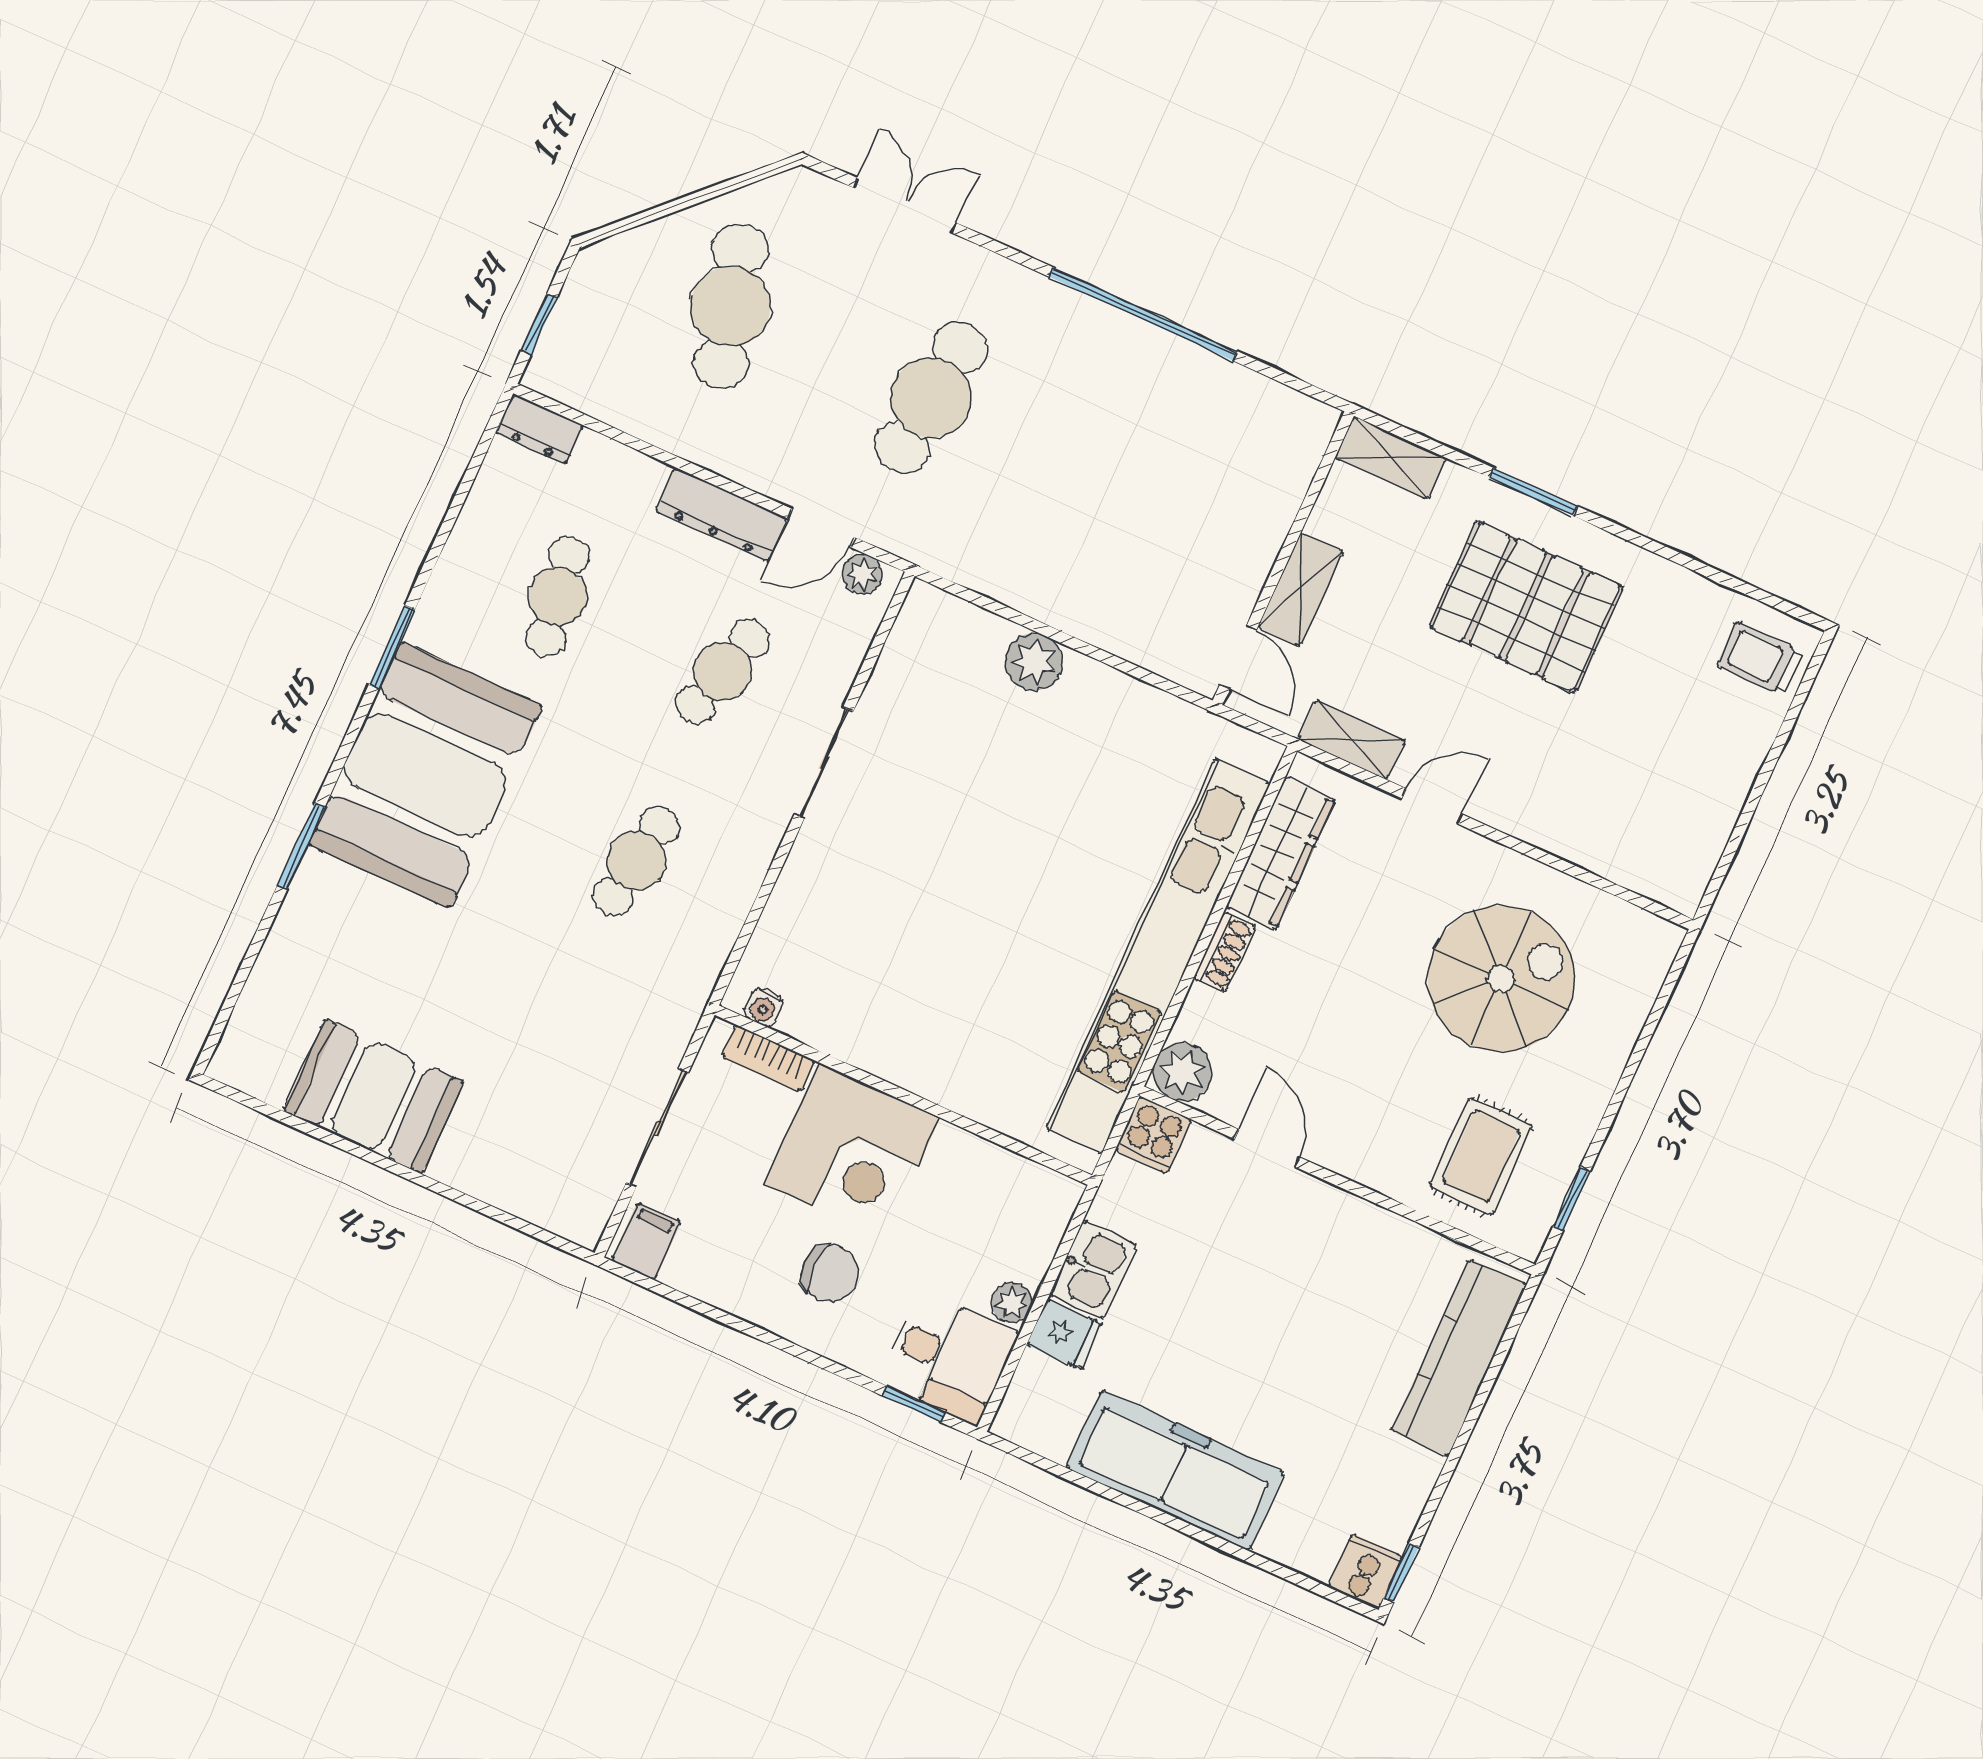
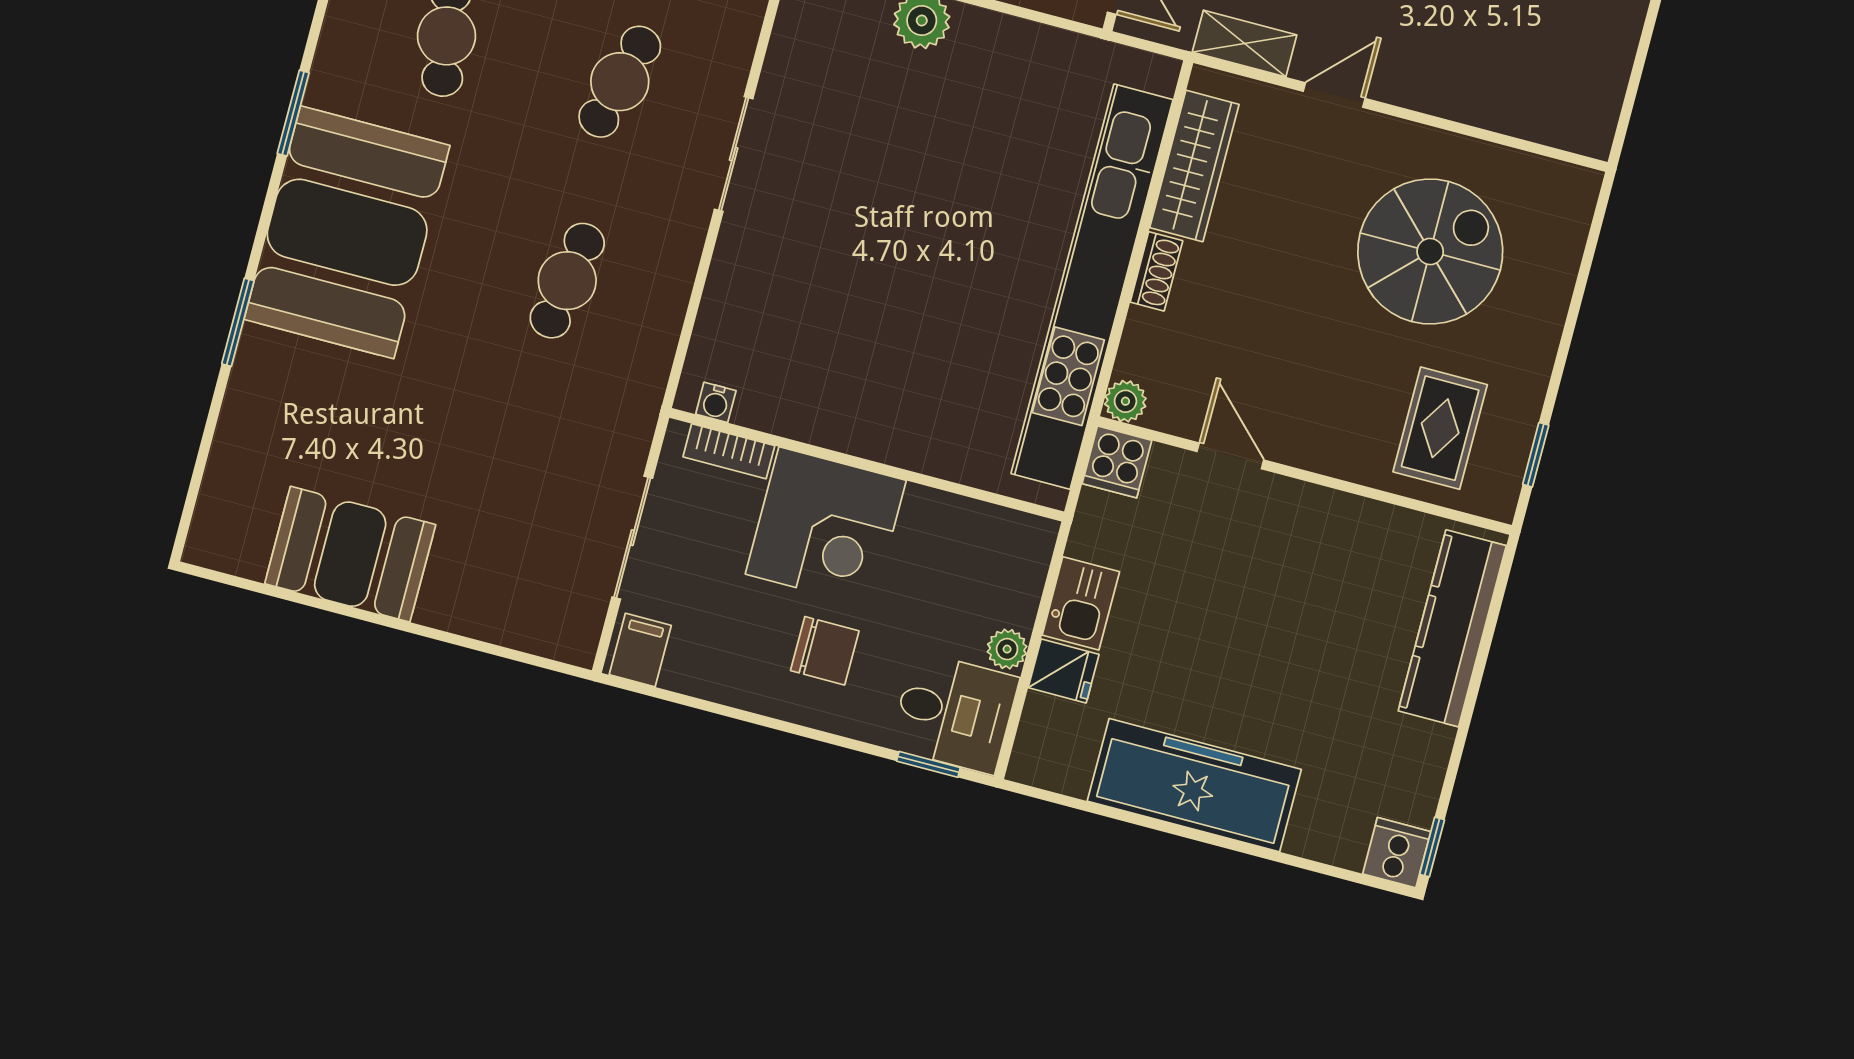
plant: (1182, 1072) -> (1125, 401), width x0.73, depth x0.73

